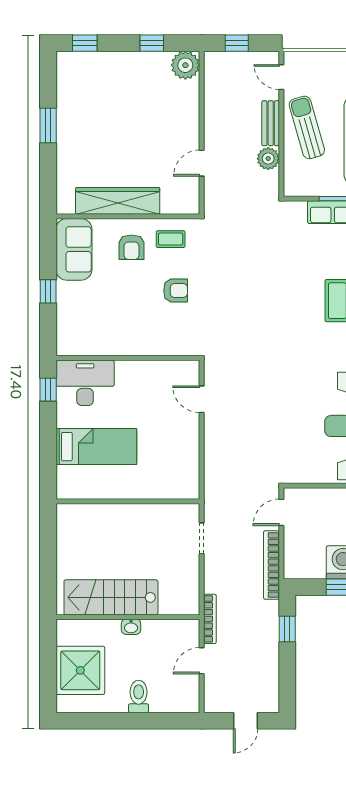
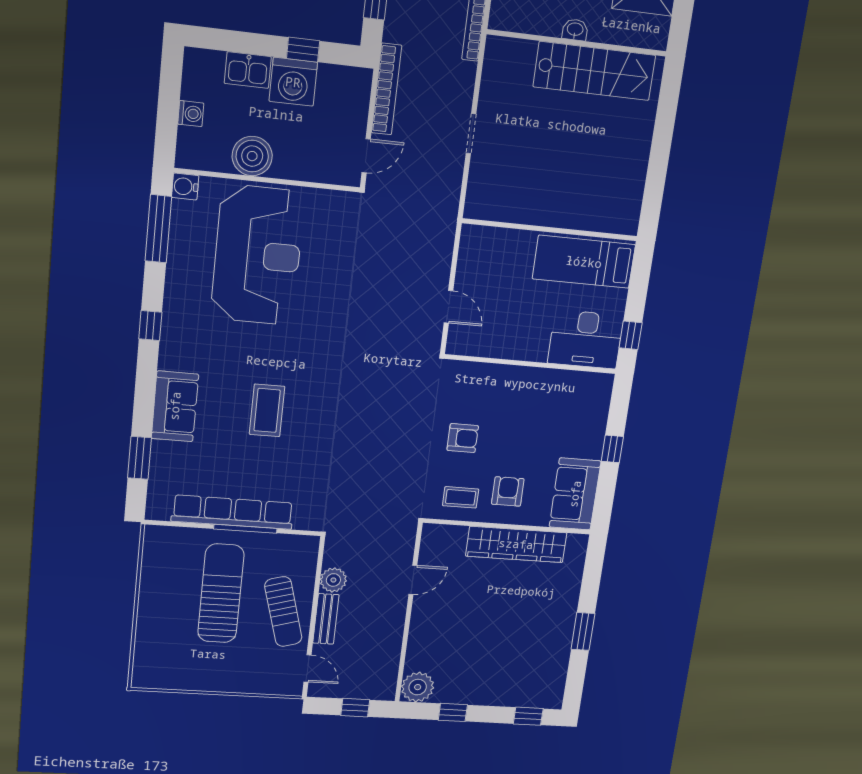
armchair: (176, 291) -> (463, 438), turned 180
wall: (128, 501) -> (550, 230), moved

